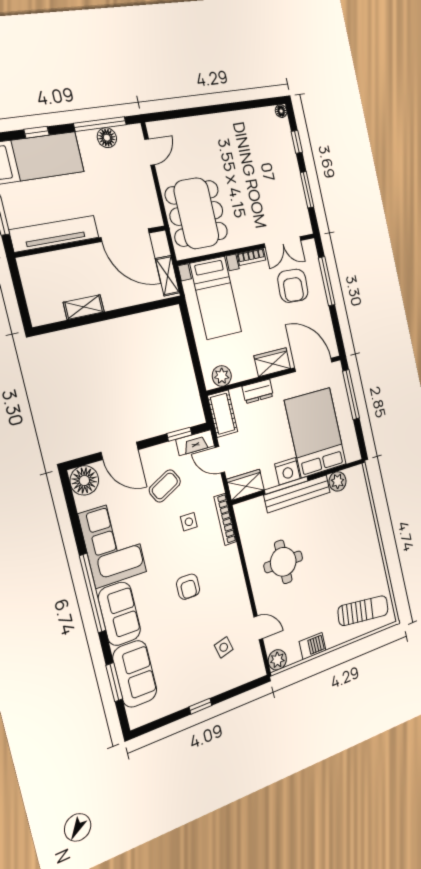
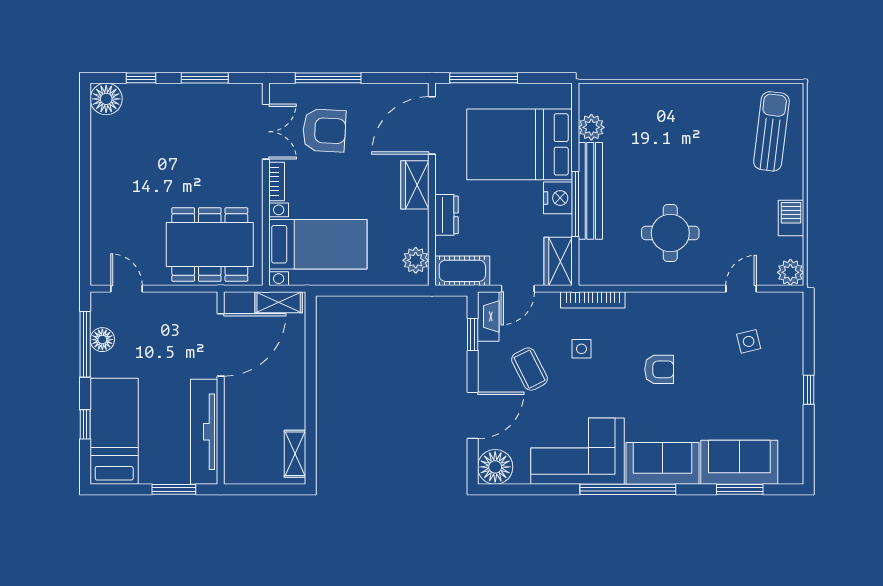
floor lamp: (281, 111) -> (106, 99), width x1.89, depth x1.89
shelving: (84, 307) -> (295, 454), moved

